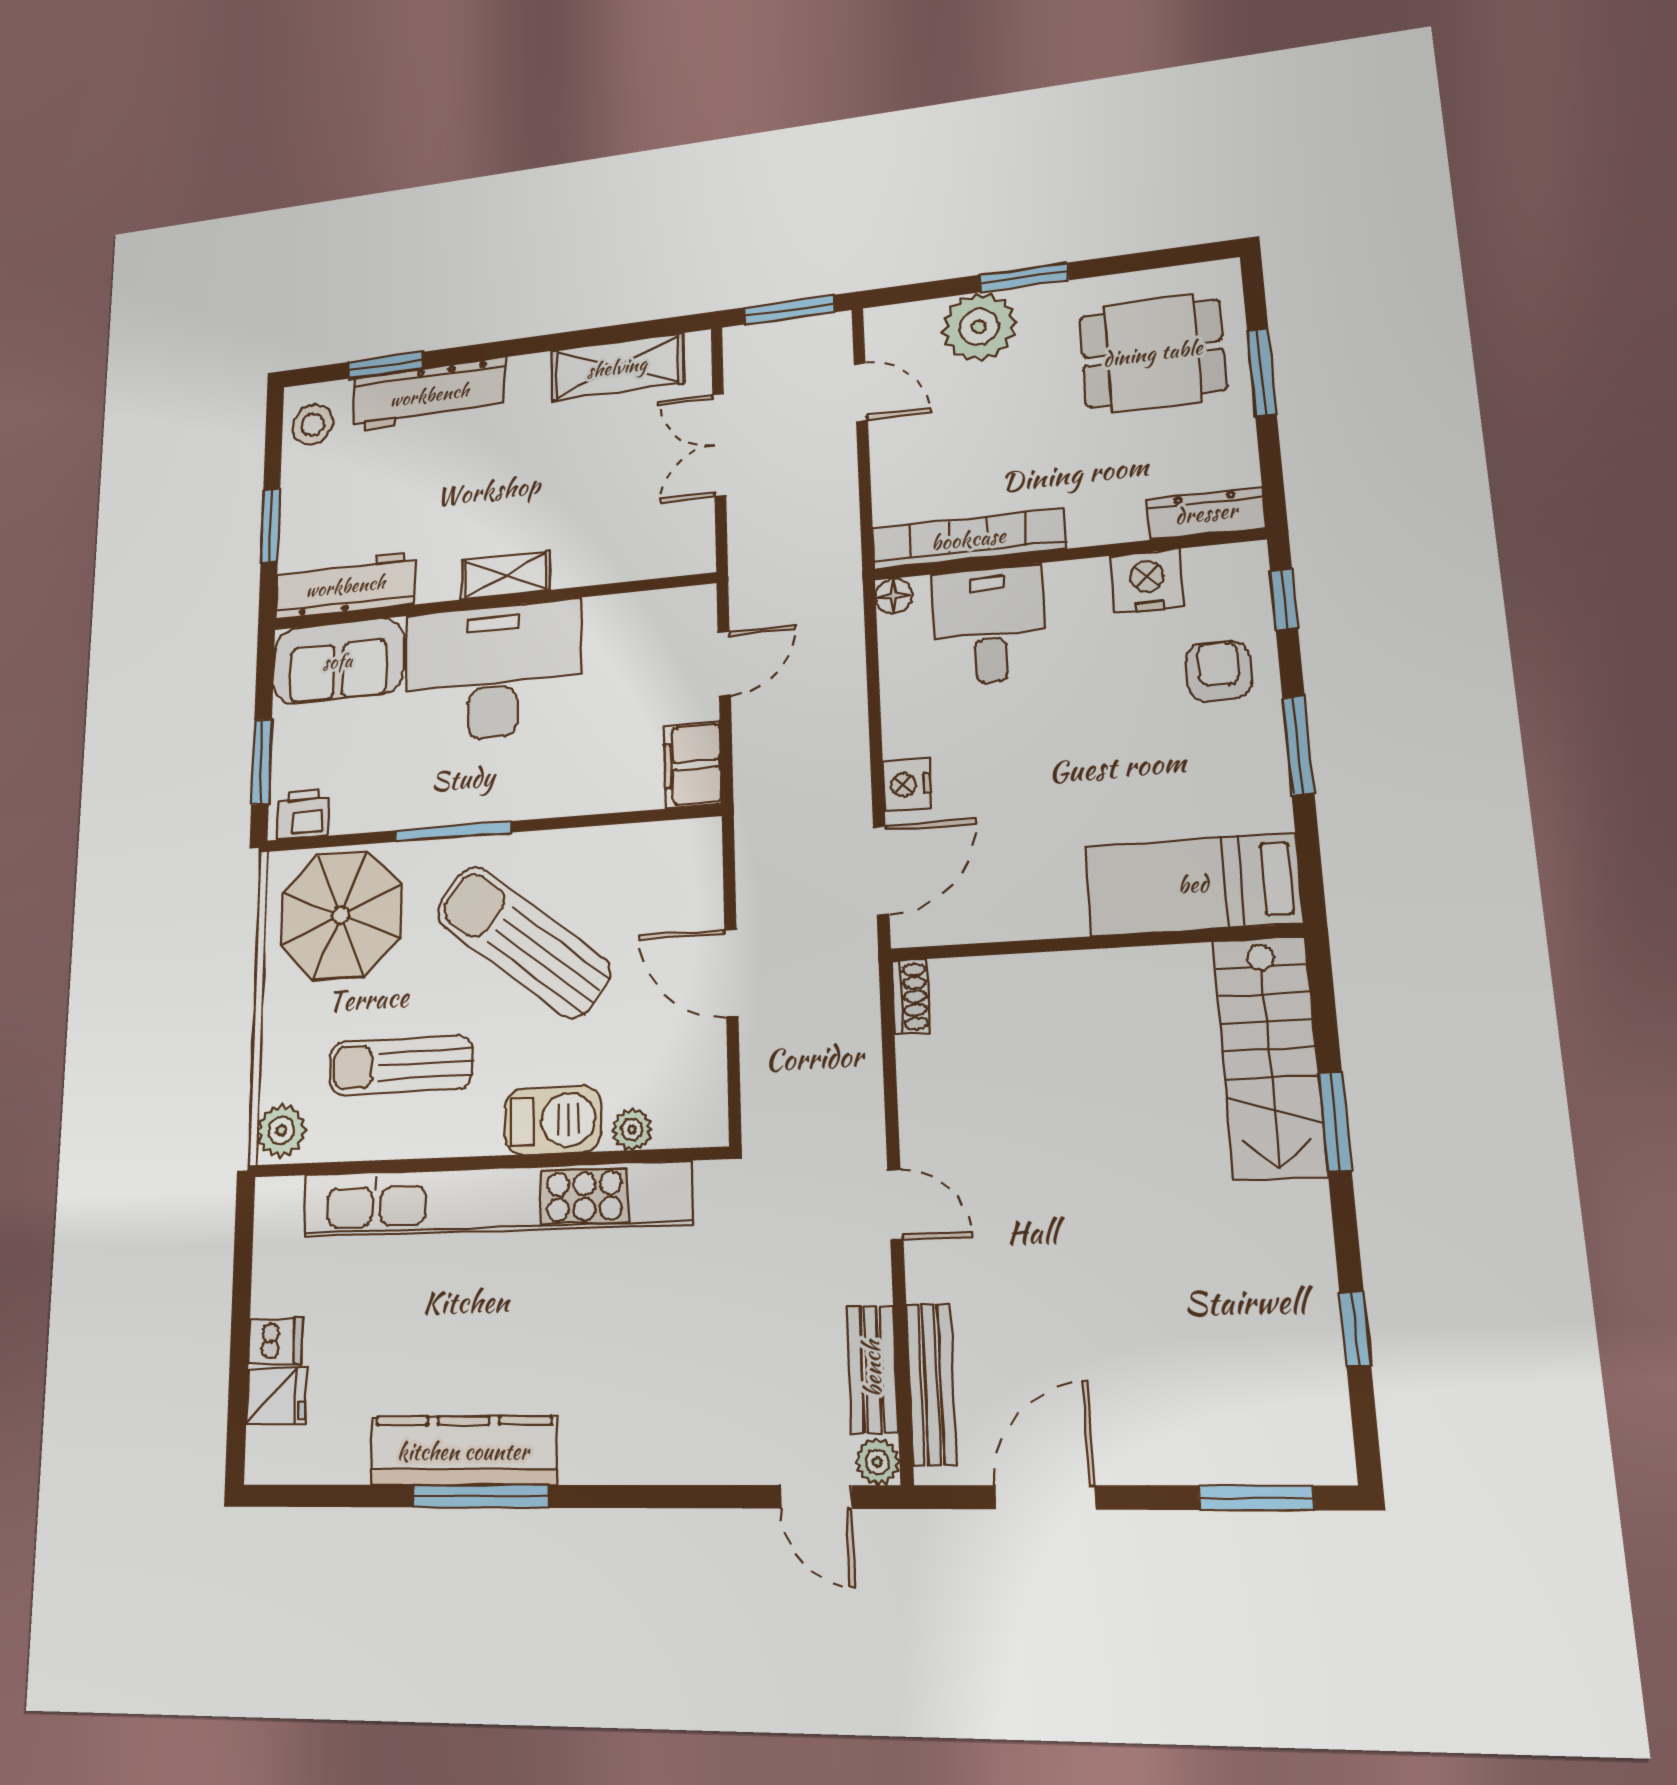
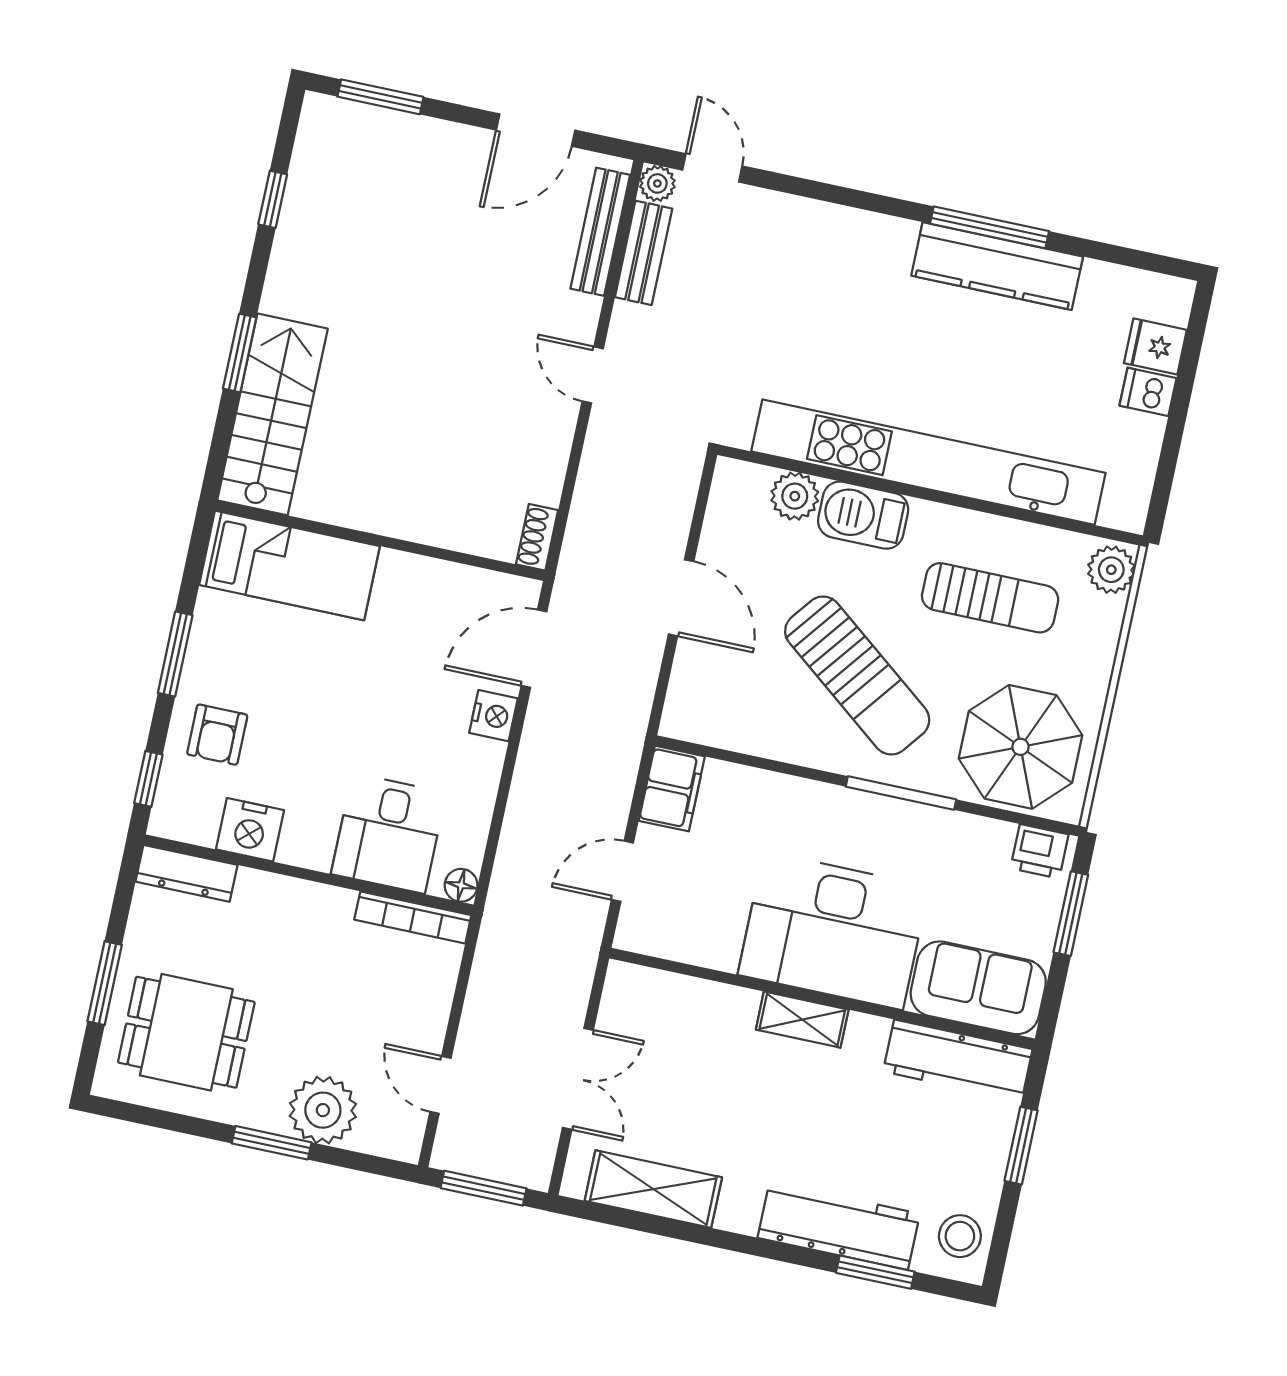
bookcase: (968, 539) -> (413, 917), width x0.68, depth x0.76
plant: (632, 1130) -> (795, 496), width x1.38, depth x1.38

